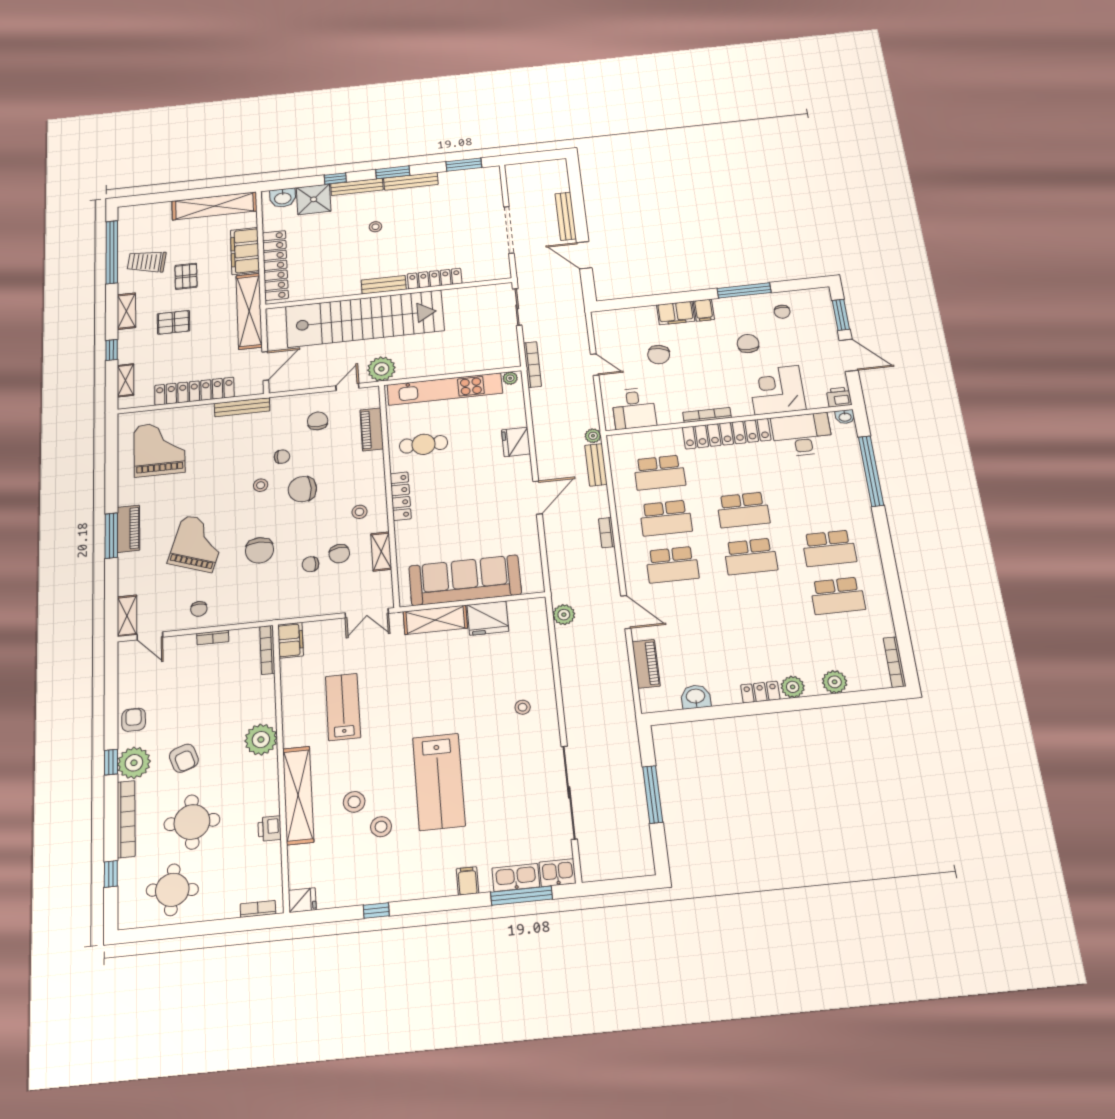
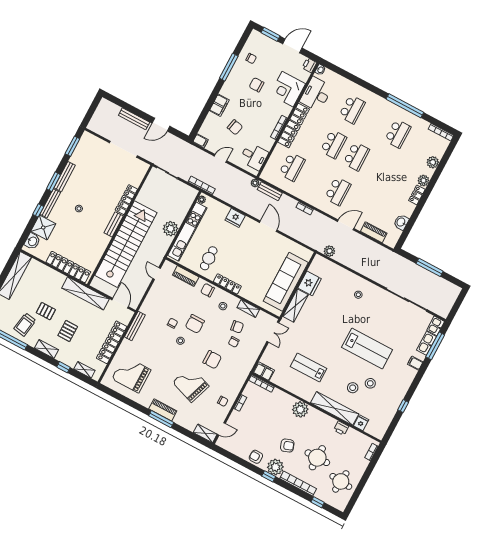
filing cabinet: (245, 251) -> (50, 276), removed
filing cabinet: (704, 310) -> (200, 141), moved
plant: (381, 369) -> (171, 229), moved
chair: (318, 421) -> (208, 290), moved
window: (871, 471) -> (405, 106), moved
school desk: (666, 518) -> (315, 179), removed
school desk: (829, 548) -> (352, 109), moved
fridge: (302, 900) -> (361, 423), moved

